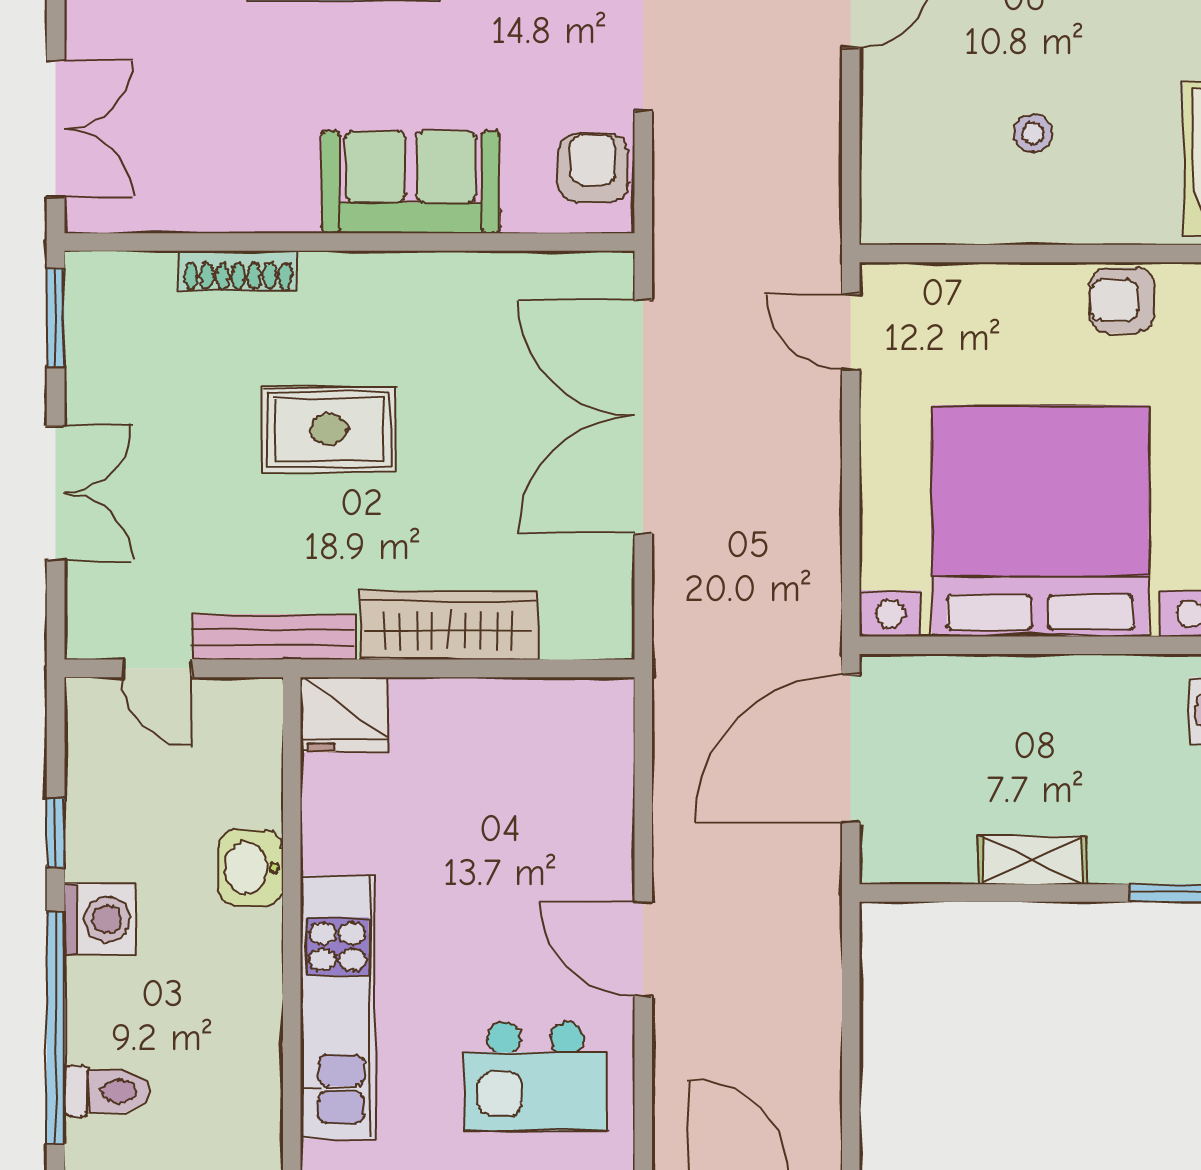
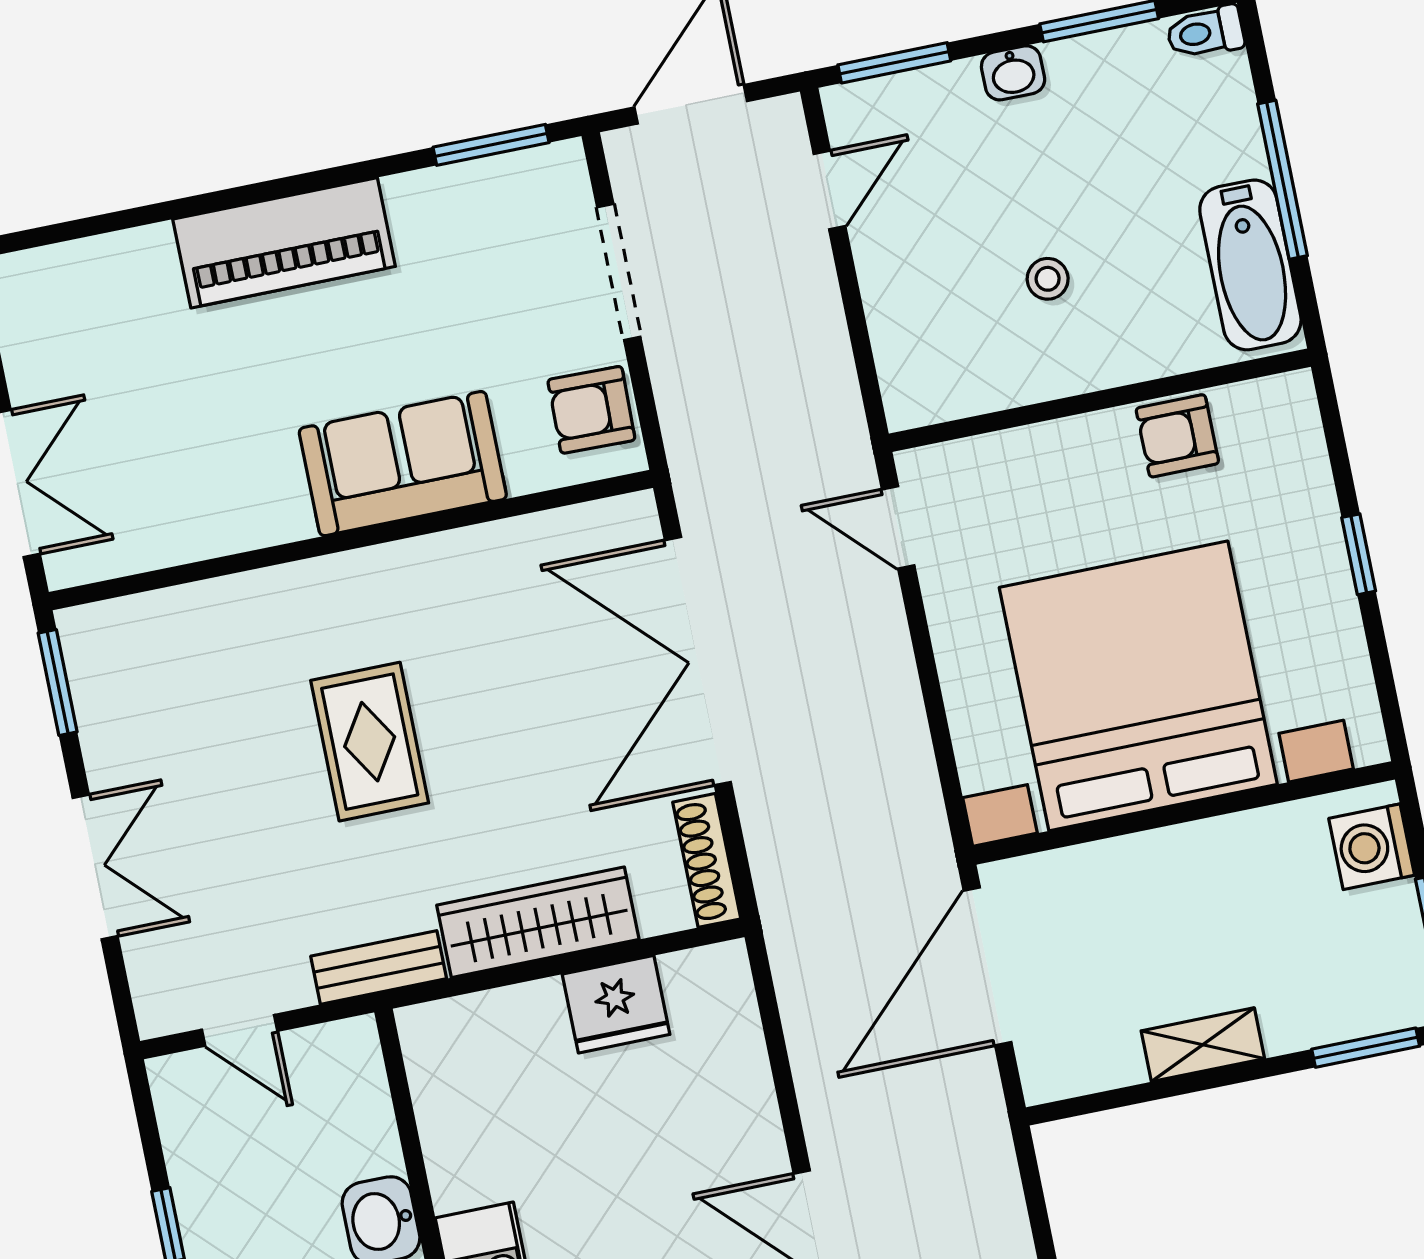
armchair: (593, 168) -> (591, 410), turned -89
shoe rack: (238, 271) -> (707, 860), moved, turned 90
rug: (329, 429) -> (370, 742), turned 90
bench: (274, 637) -> (379, 967), width x0.73
fridge: (344, 715) -> (616, 1004), moved

